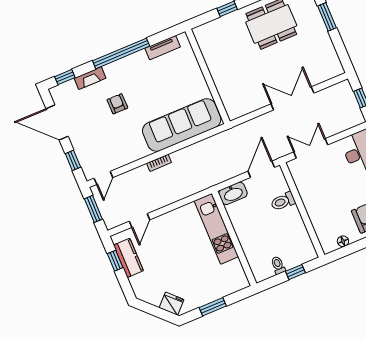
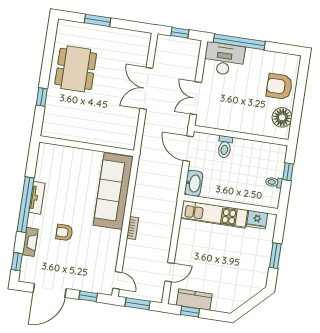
tv unit: (163, 48) -> (37, 198), moved
door: (140, 220) -> (170, 272), hinge flipped
floor lamp: (343, 241) -> (282, 117), width x1.89, depth x1.89
fridge: (171, 304) -> (257, 220), moved, turned -135

